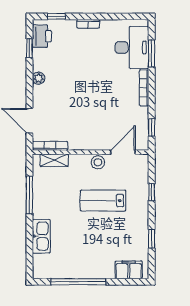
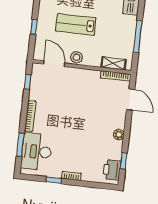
window: (56, 16) -> (54, 180), moved
door: (123, 152) -> (54, 64), swing flipped
lab bench: (103, 201) -> (76, 24), turned 180

